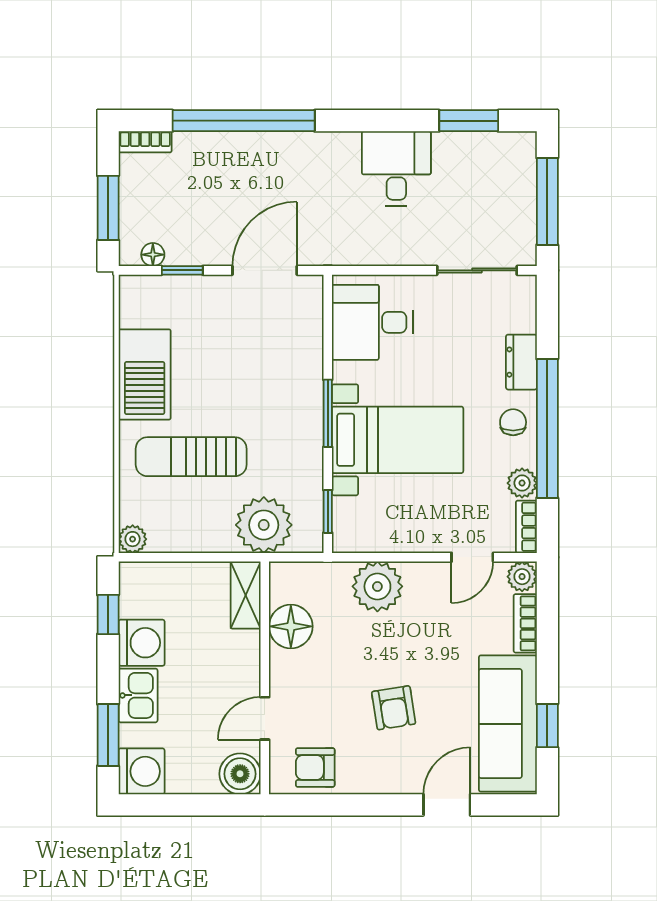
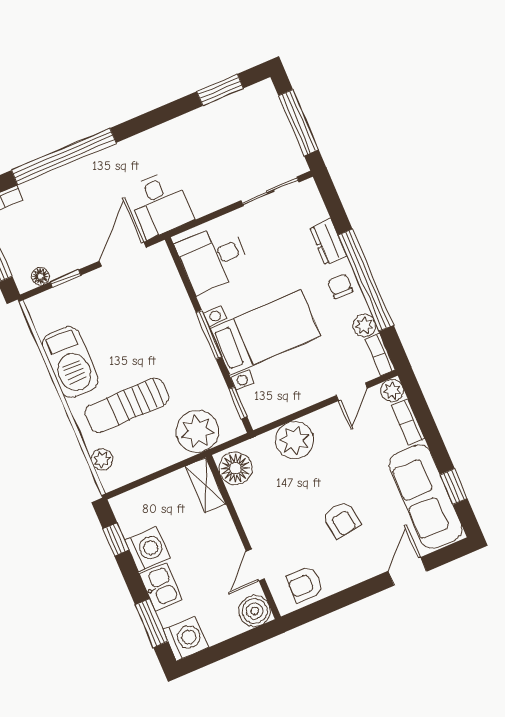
desk: (396, 168) -> (160, 204), moved, turned 180
plant: (133, 539) -> (102, 460), moved
floor lamp: (291, 626) -> (235, 468), moved

